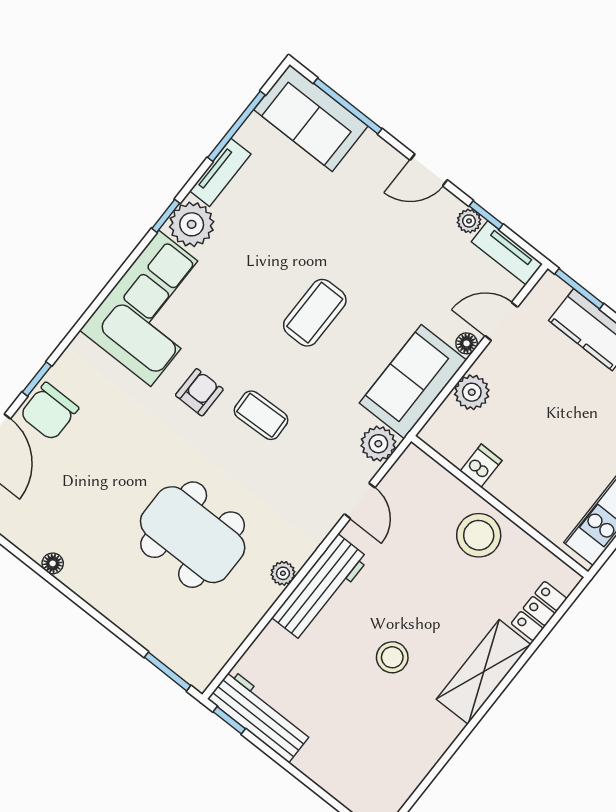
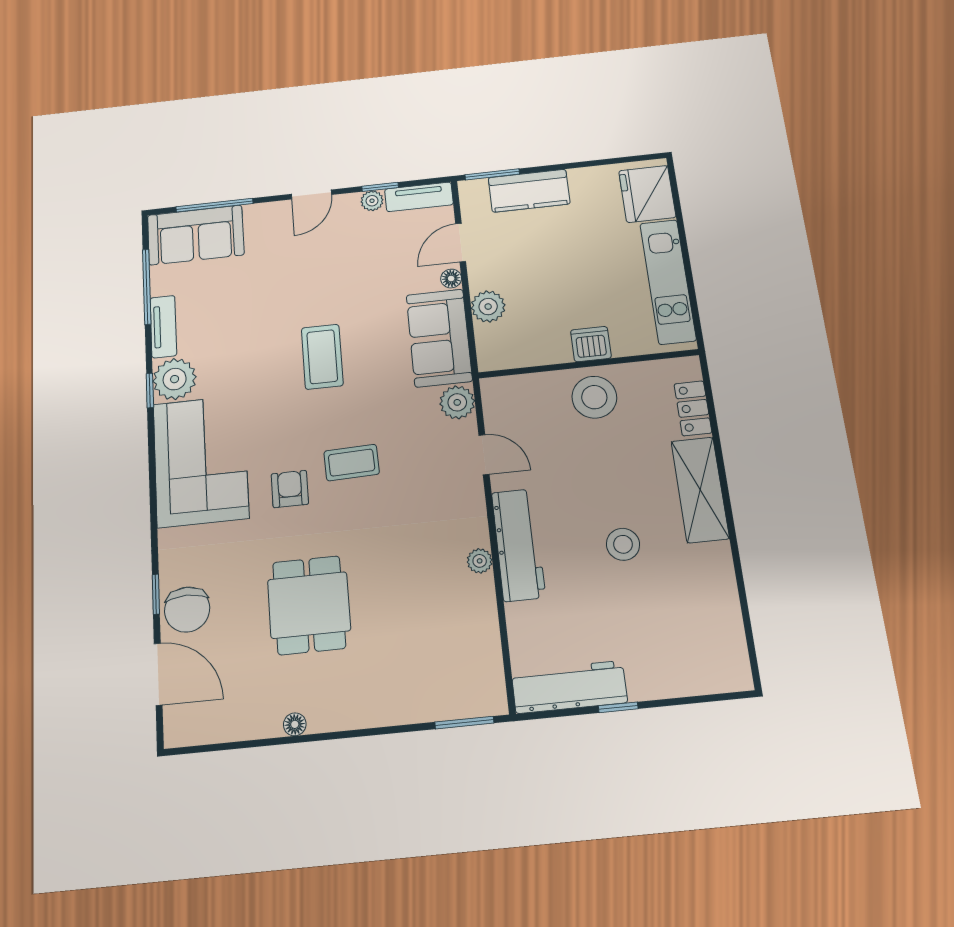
dishwasher: (481, 466) -> (591, 344), moved, width x1.38
dining table: (193, 535) -> (309, 605), moved, width x0.73
window: (229, 720) -> (618, 707), moved

